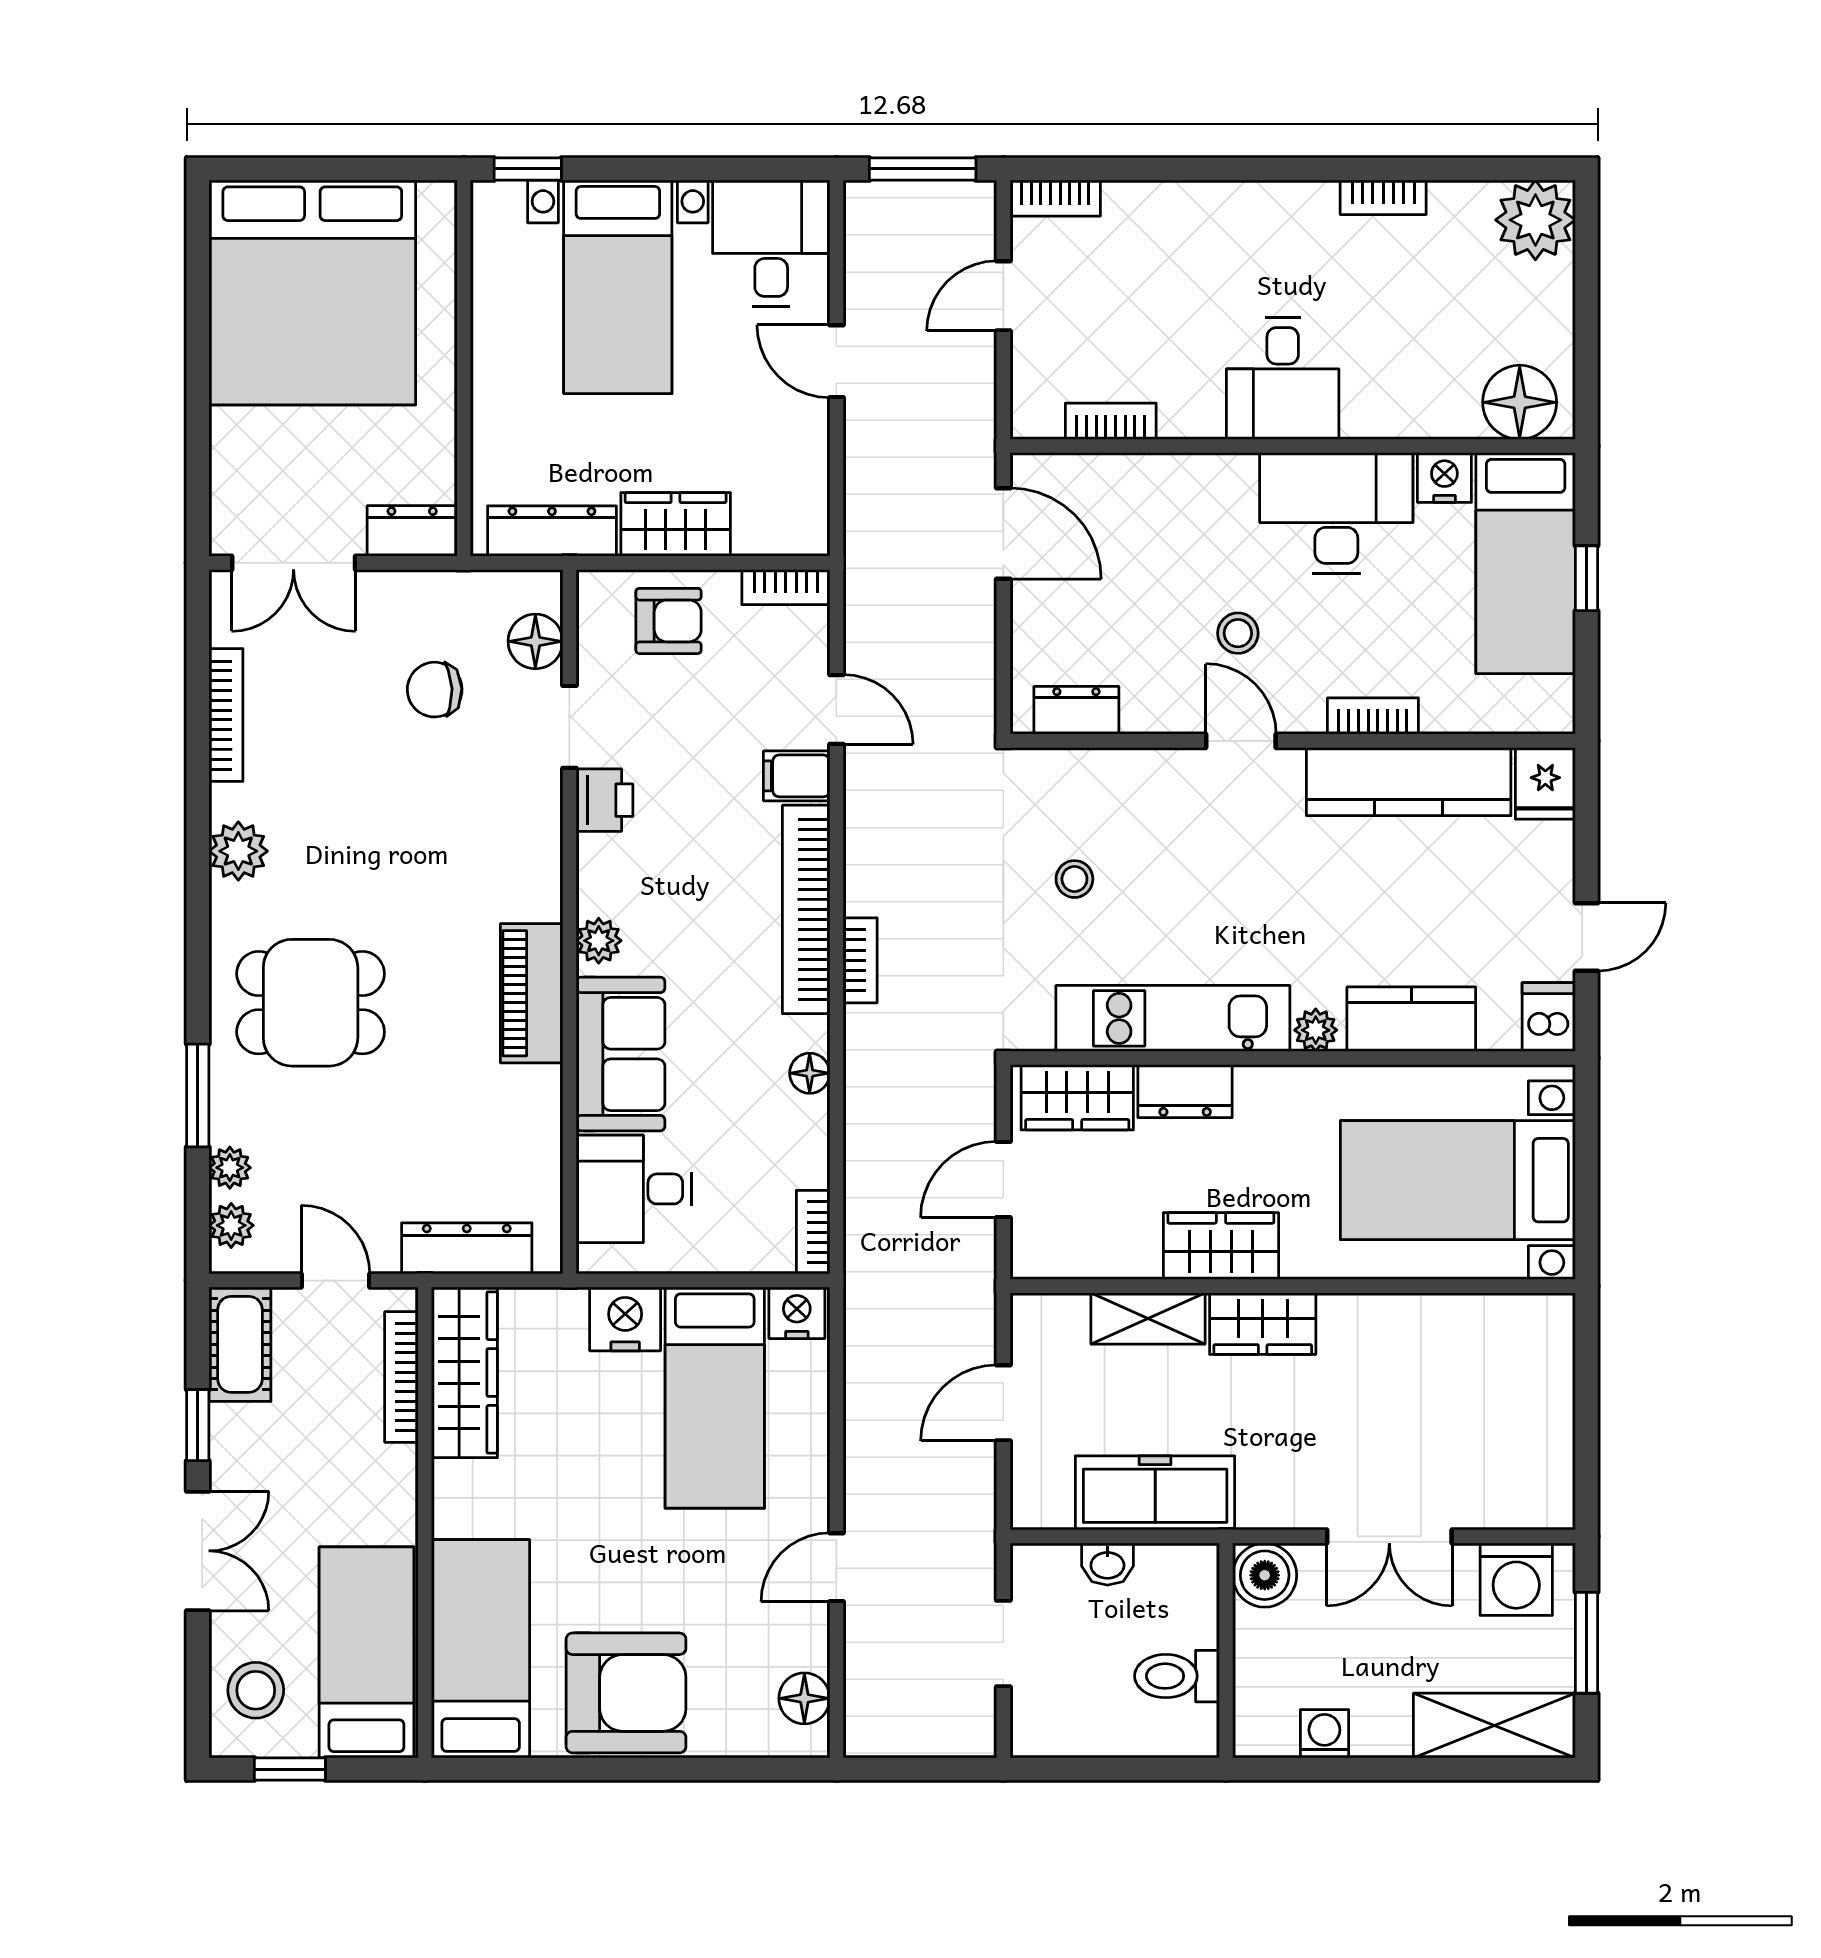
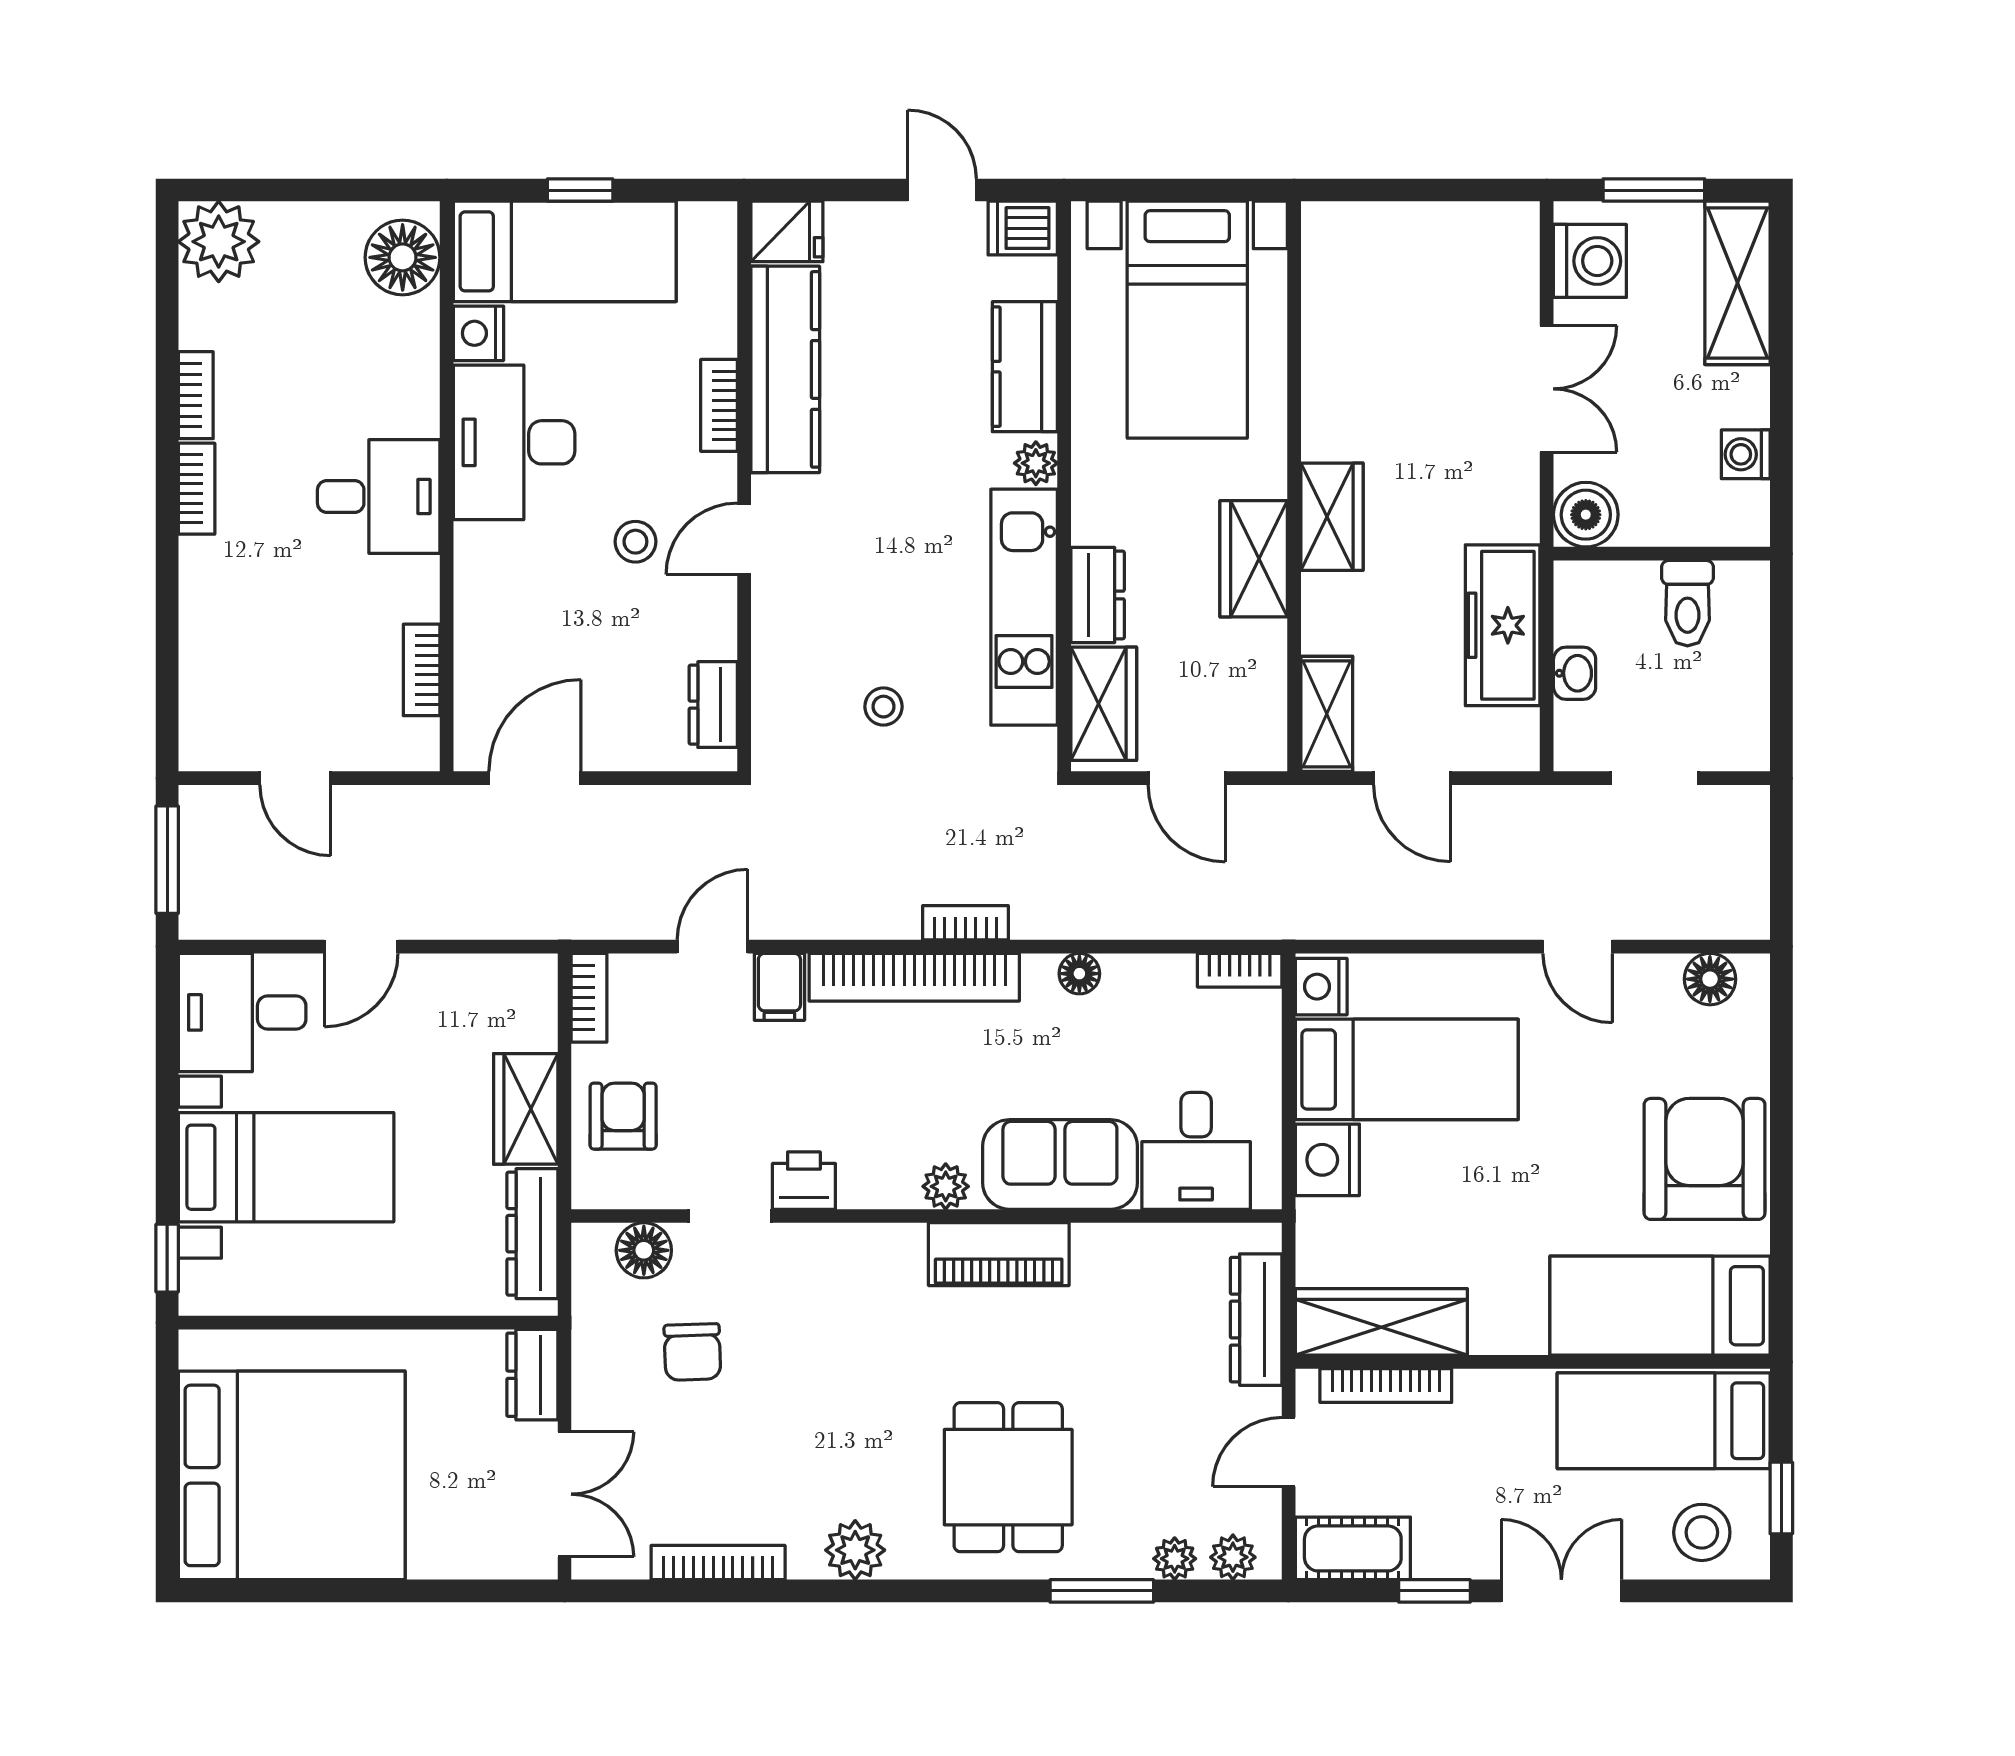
bookcase: (1055, 198) -> (197, 489), moved
shelving: (1148, 1318) -> (1327, 714), moved

